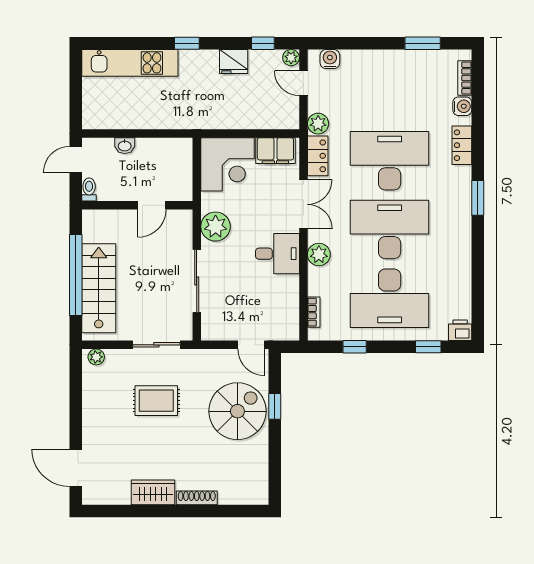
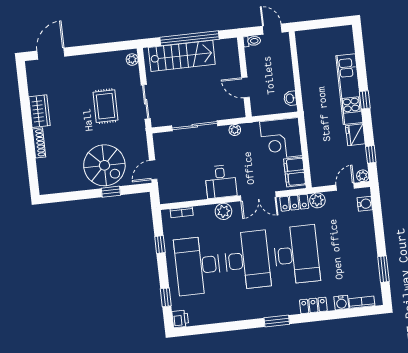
kitchen unit: (130, 63) -> (349, 89), moved
washbasin: (125, 146) -> (290, 98), moved
plant: (216, 227) -> (235, 130), width x0.53, depth x0.53

